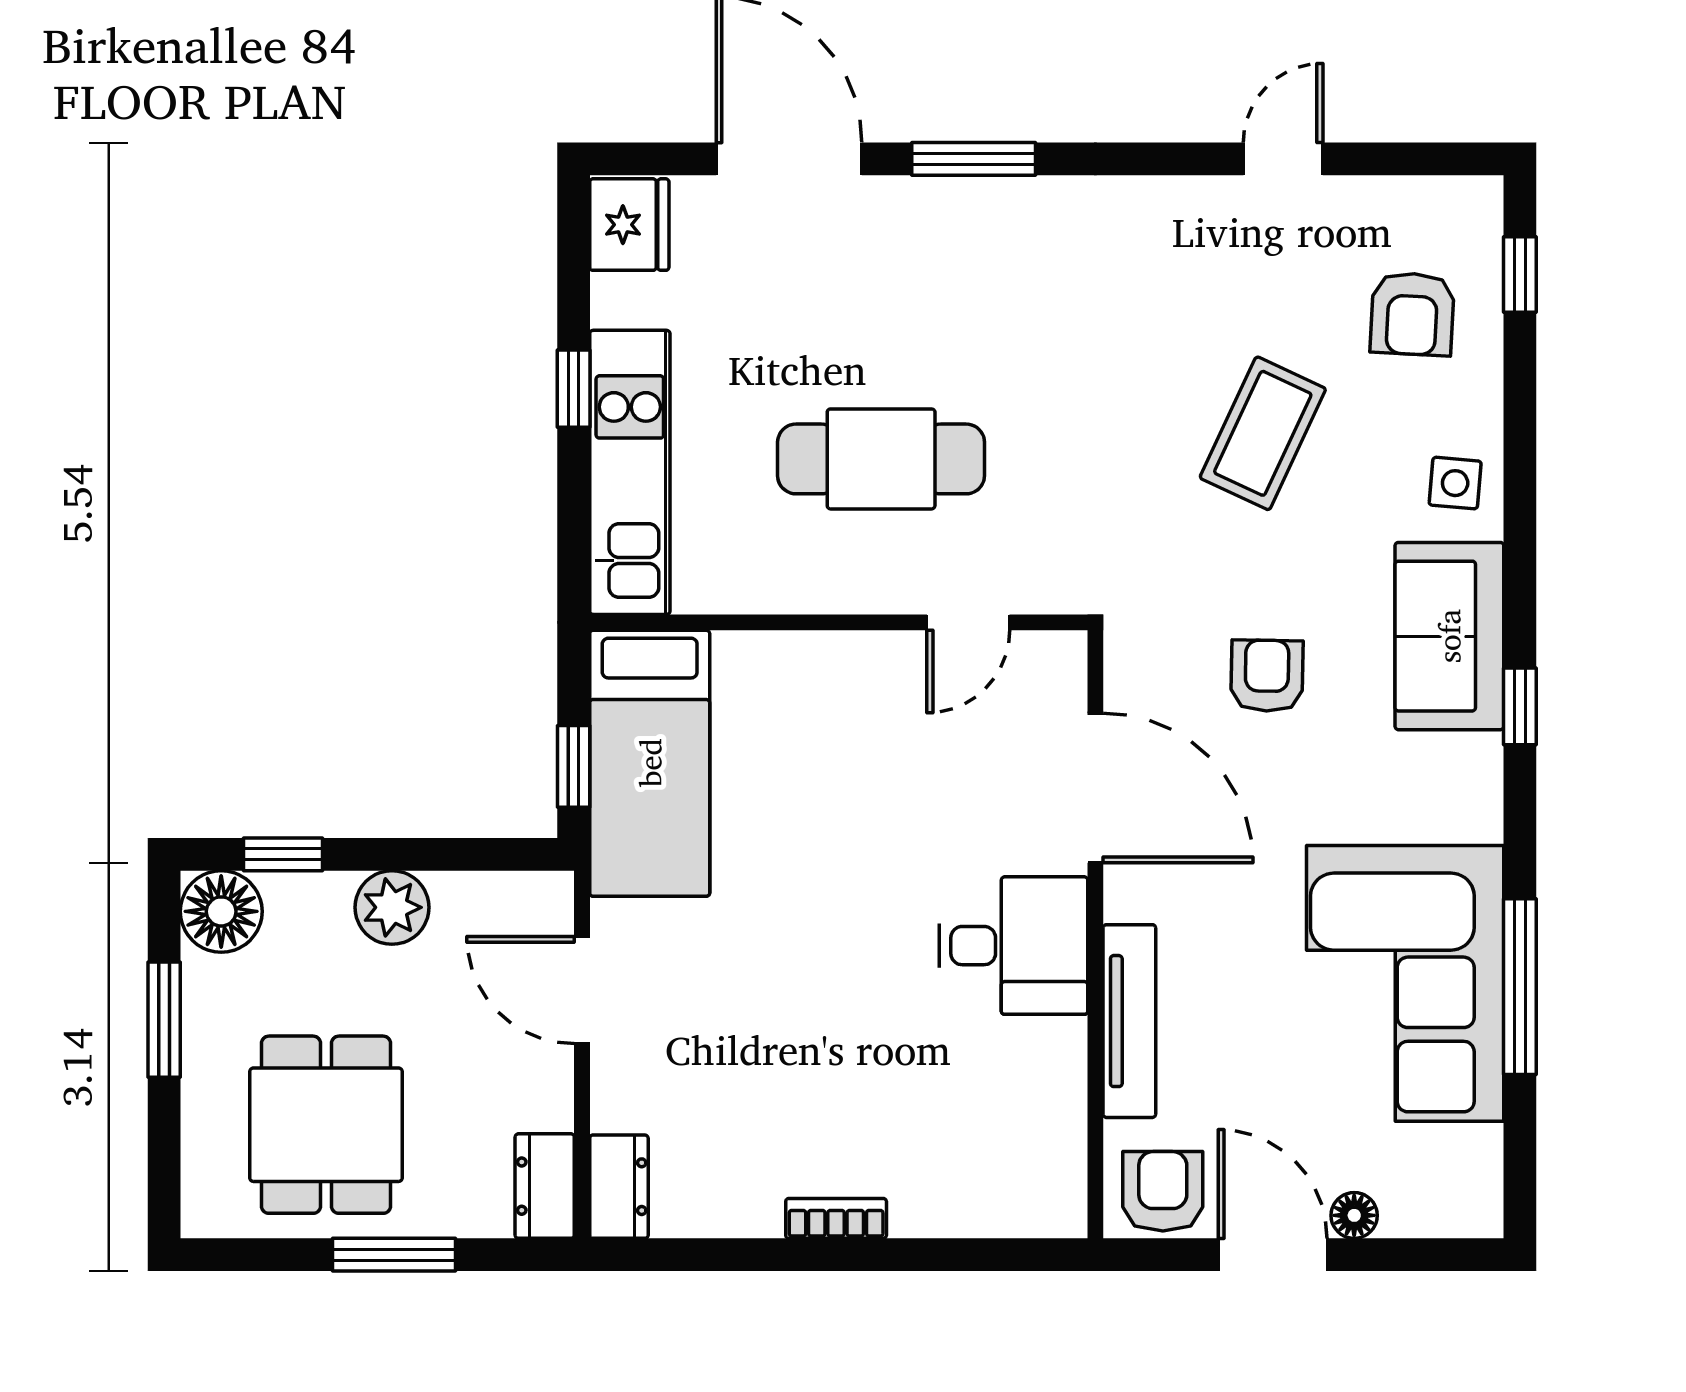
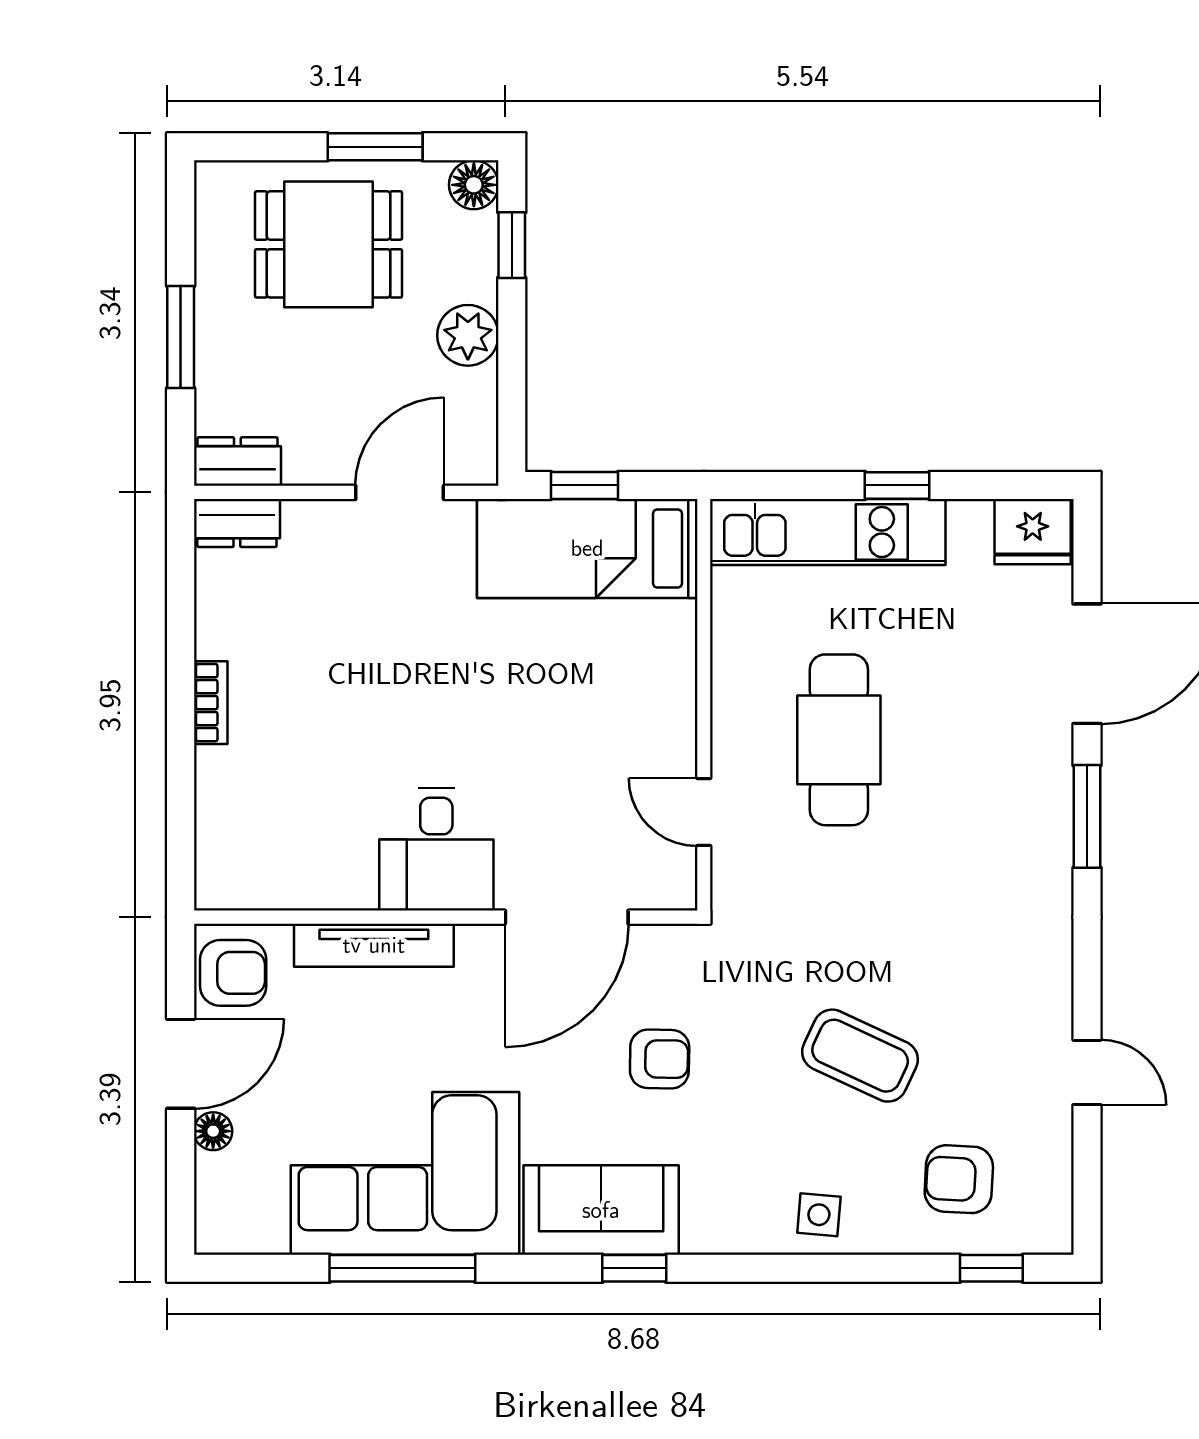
sofa: (1449, 636) -> (601, 1210), moved
floor lamp: (221, 911) -> (474, 185), width x0.73, depth x0.73
dining table: (326, 1125) -> (329, 244), moved

